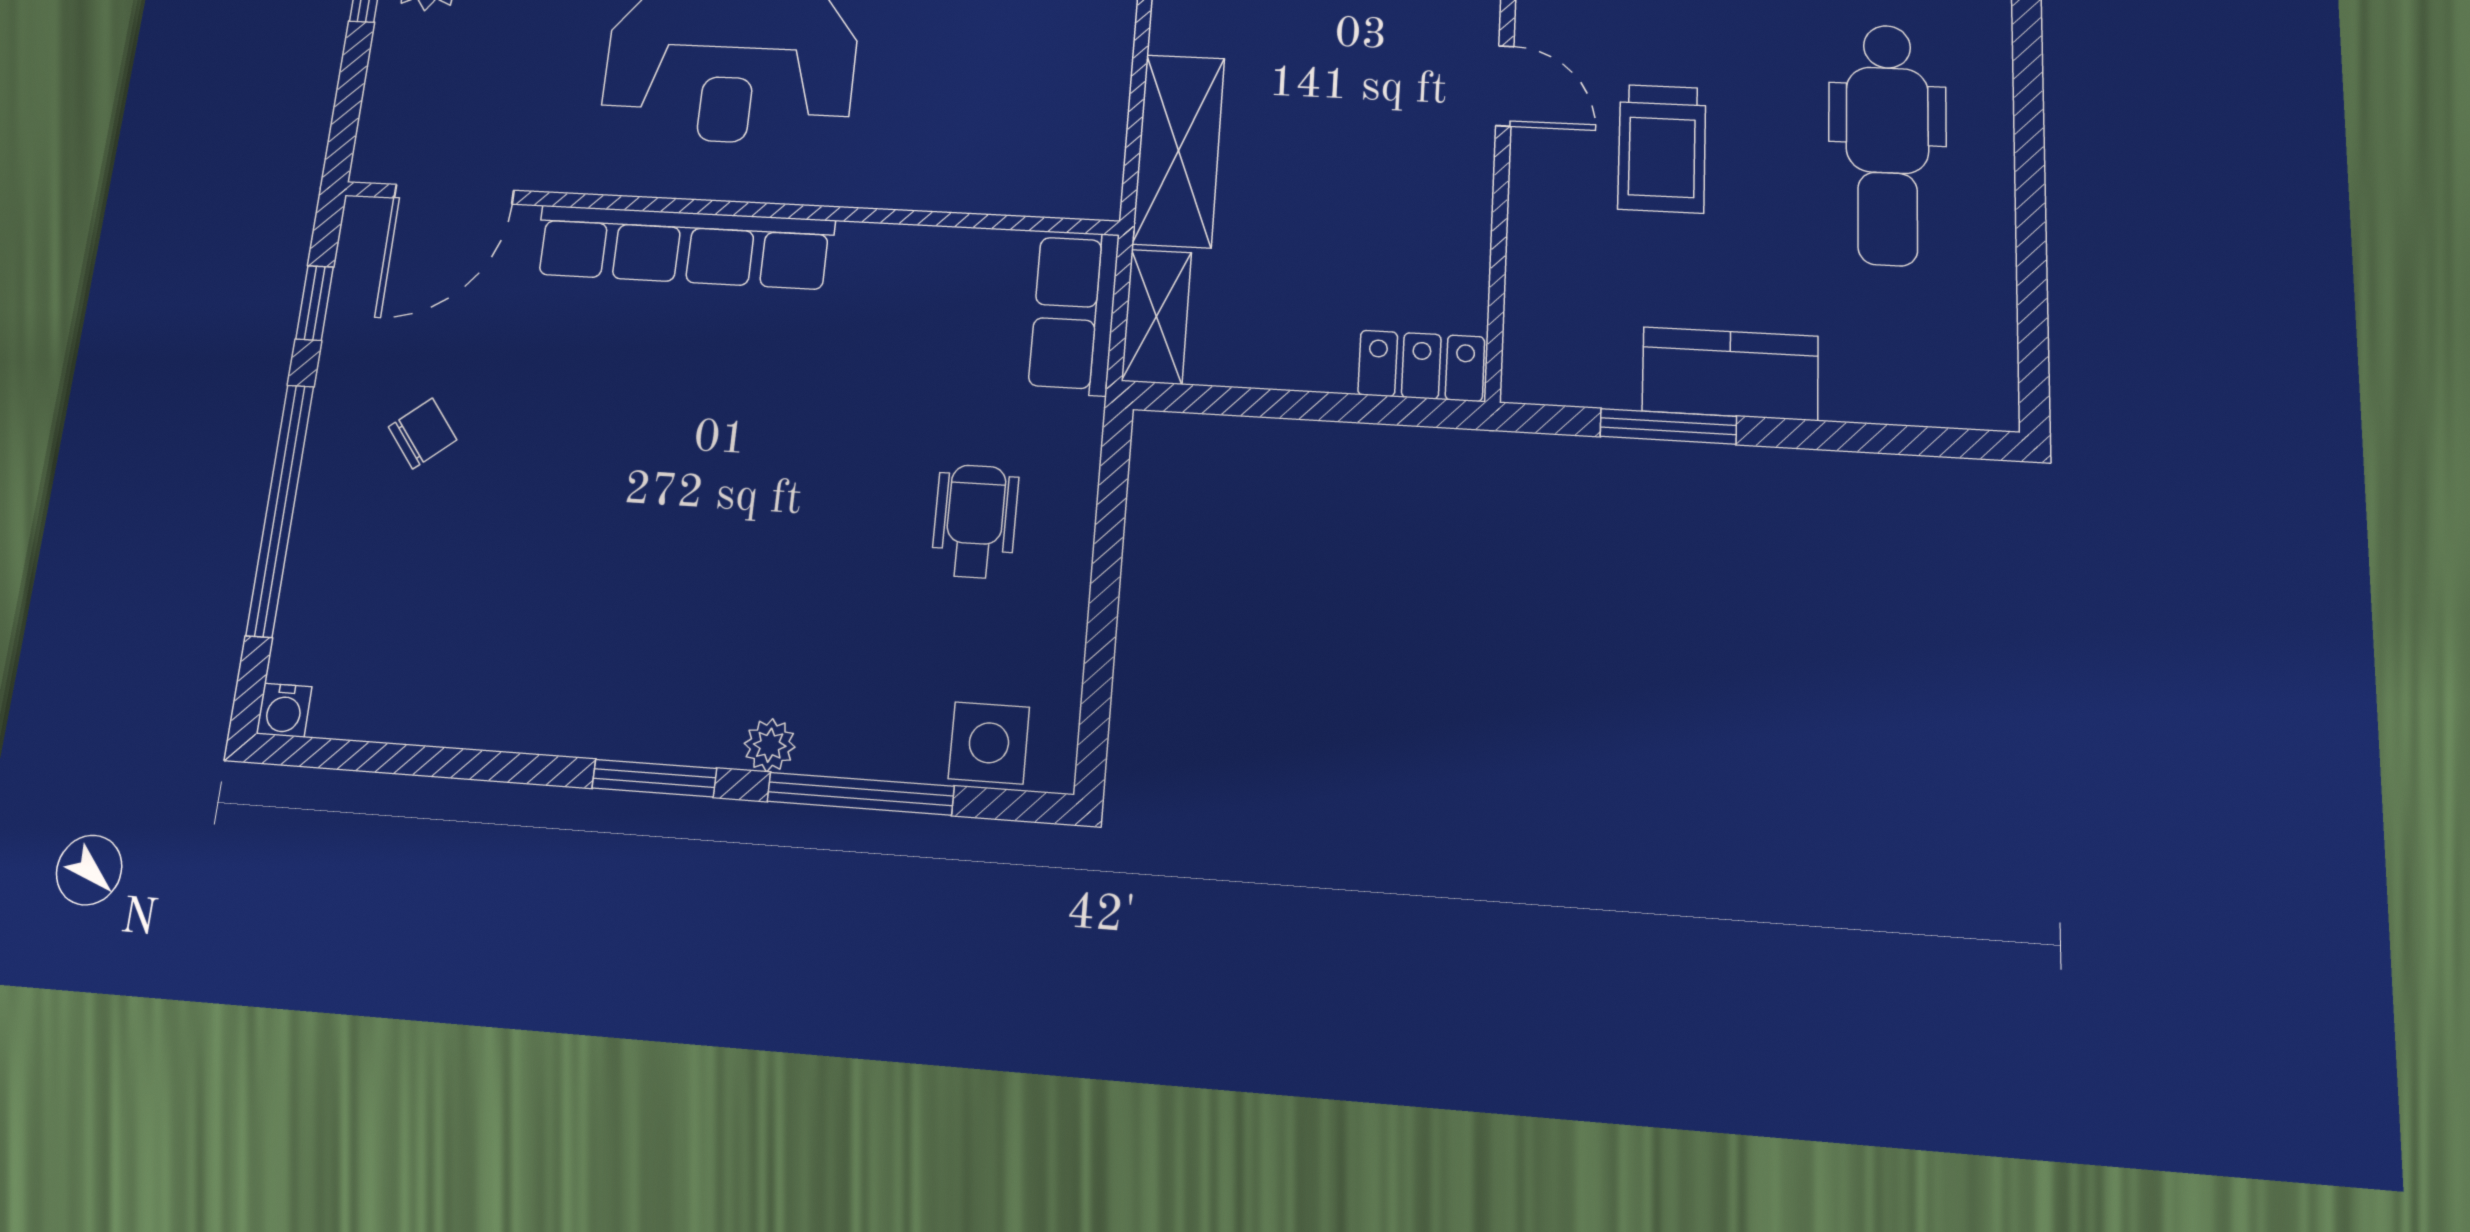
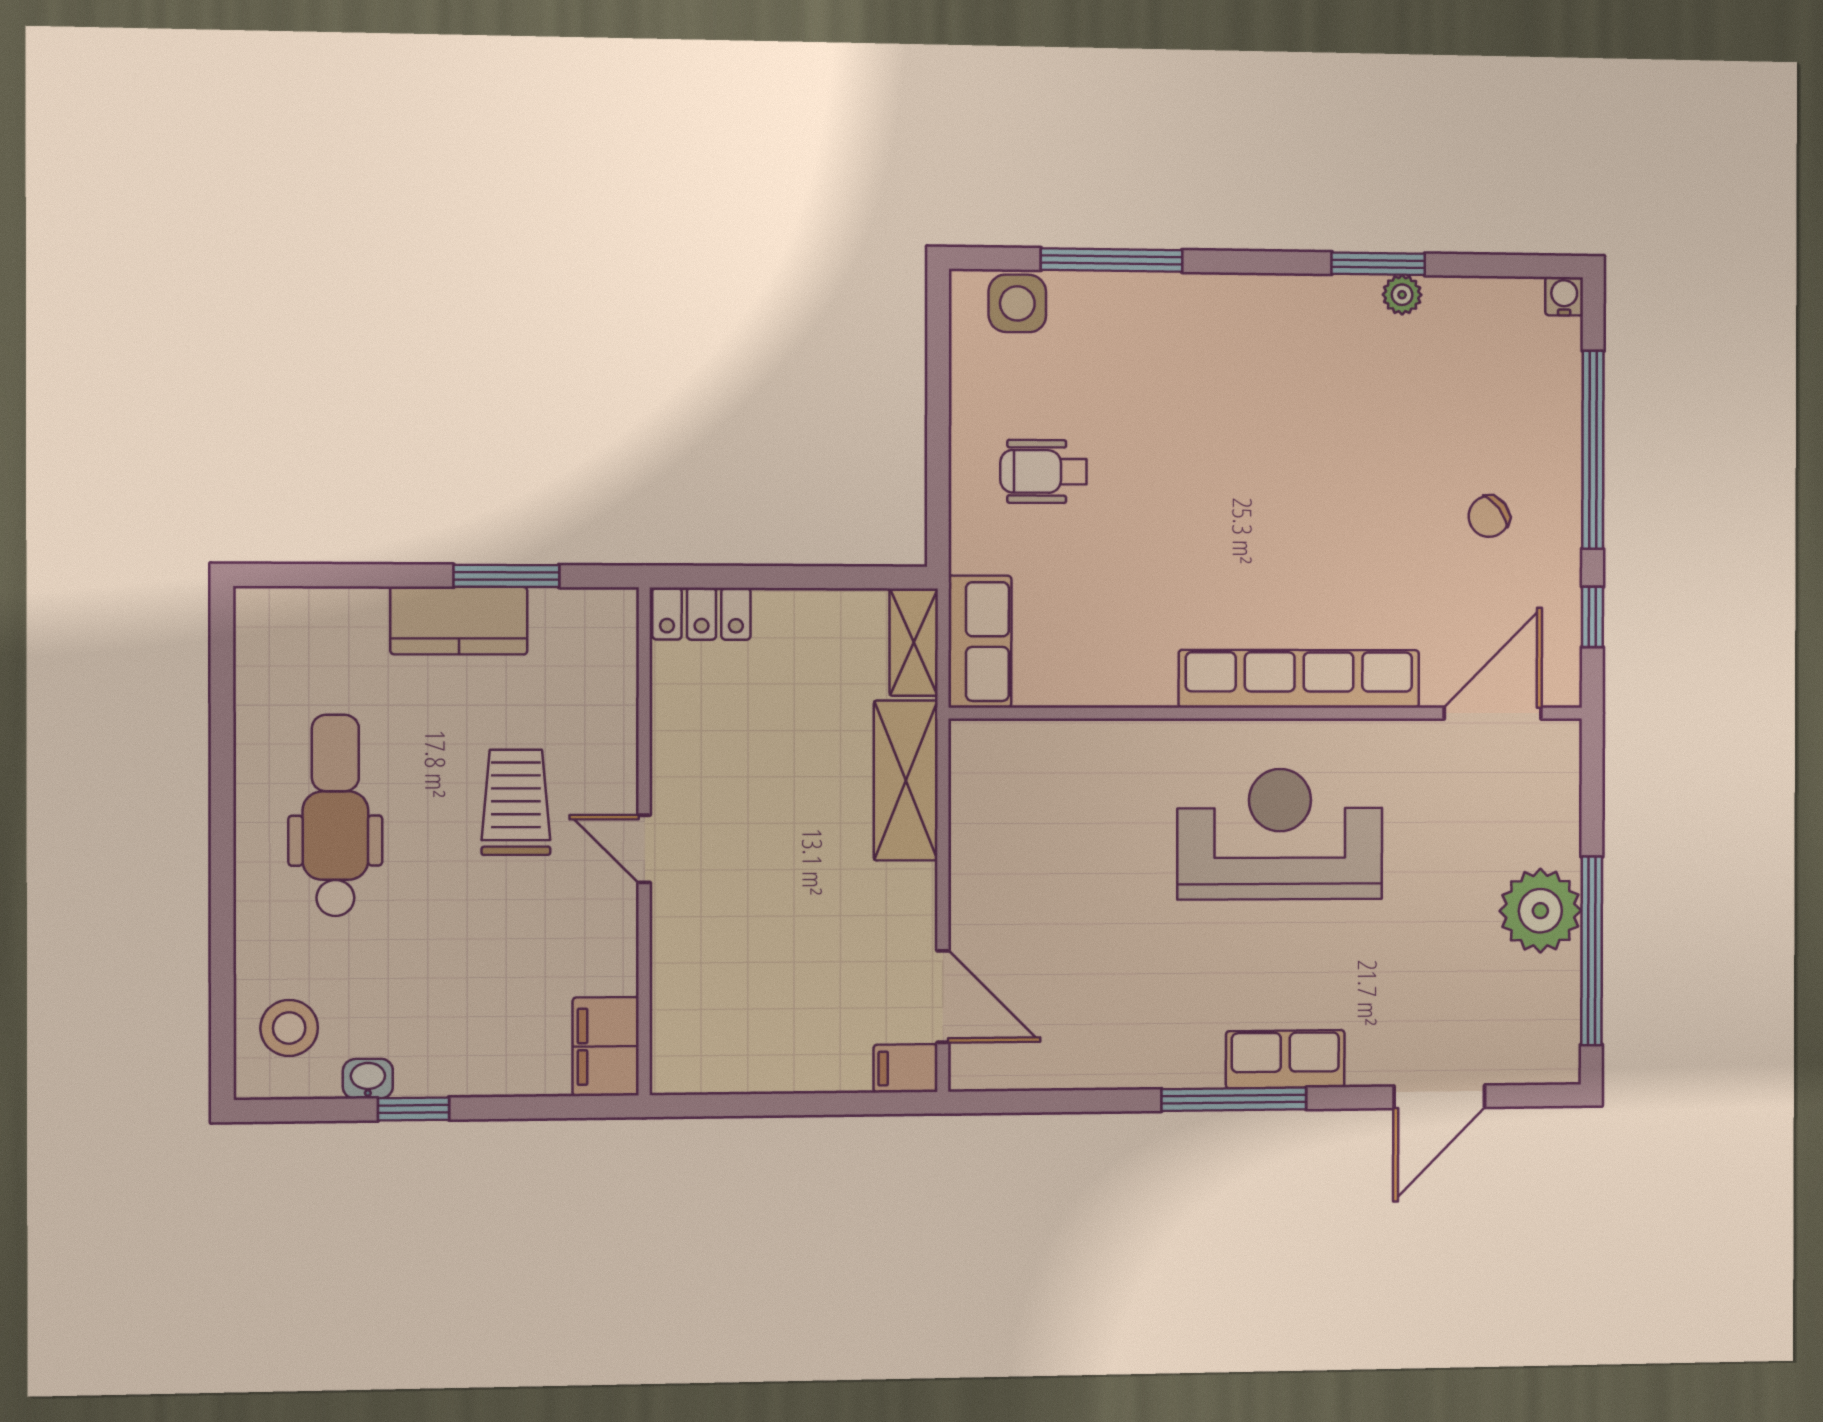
wheelchair: (975, 521) -> (1044, 472), turned 90
plant: (770, 745) -> (1402, 295), moved
window: (654, 778) -> (1378, 264), moved

